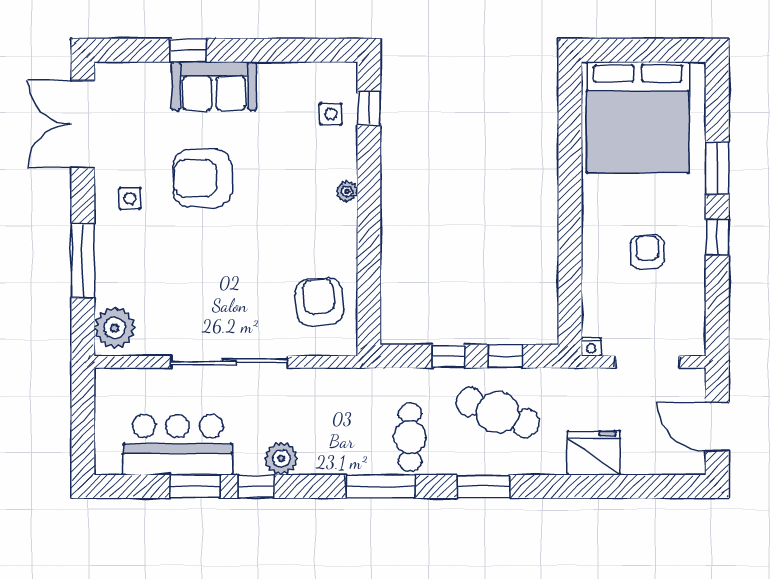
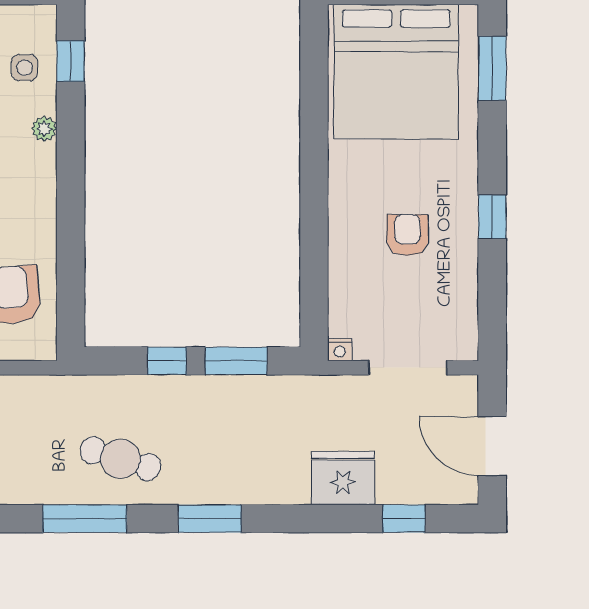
window: (717, 168) -> (492, 68), moved
plant: (347, 191) -> (44, 129), moved
window: (506, 356) -> (236, 361), width x1.50
cafe table: (498, 412) -> (227, 429), removed
cafe table: (410, 437) -> (120, 459), turned -73
window: (644, 486) -> (404, 519), added

